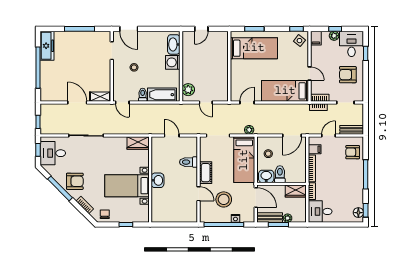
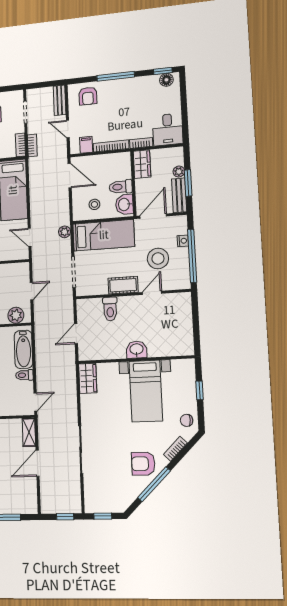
desk: (53, 153) -> (106, 495), removed
armchair: (75, 181) -> (143, 464), turned -90

